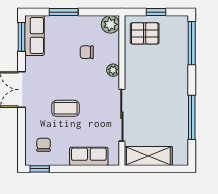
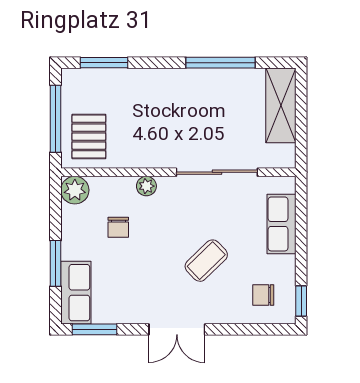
window: (156, 12) -> (56, 119), width x2.17
row of seats: (35, 36) -> (76, 293), moved, turned 90
window: (192, 43) -> (104, 63), width x0.69
coffee table: (65, 108) -> (206, 261), turned 46
shelving: (148, 156) -> (281, 105), moved

